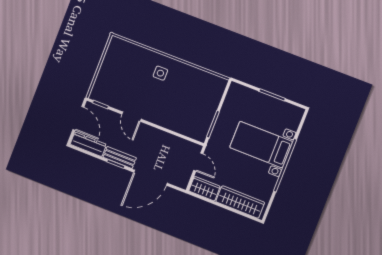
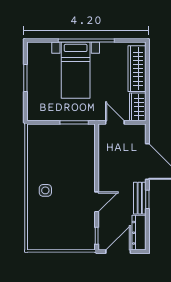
door: (198, 162) -> (115, 122), hinge flipped

